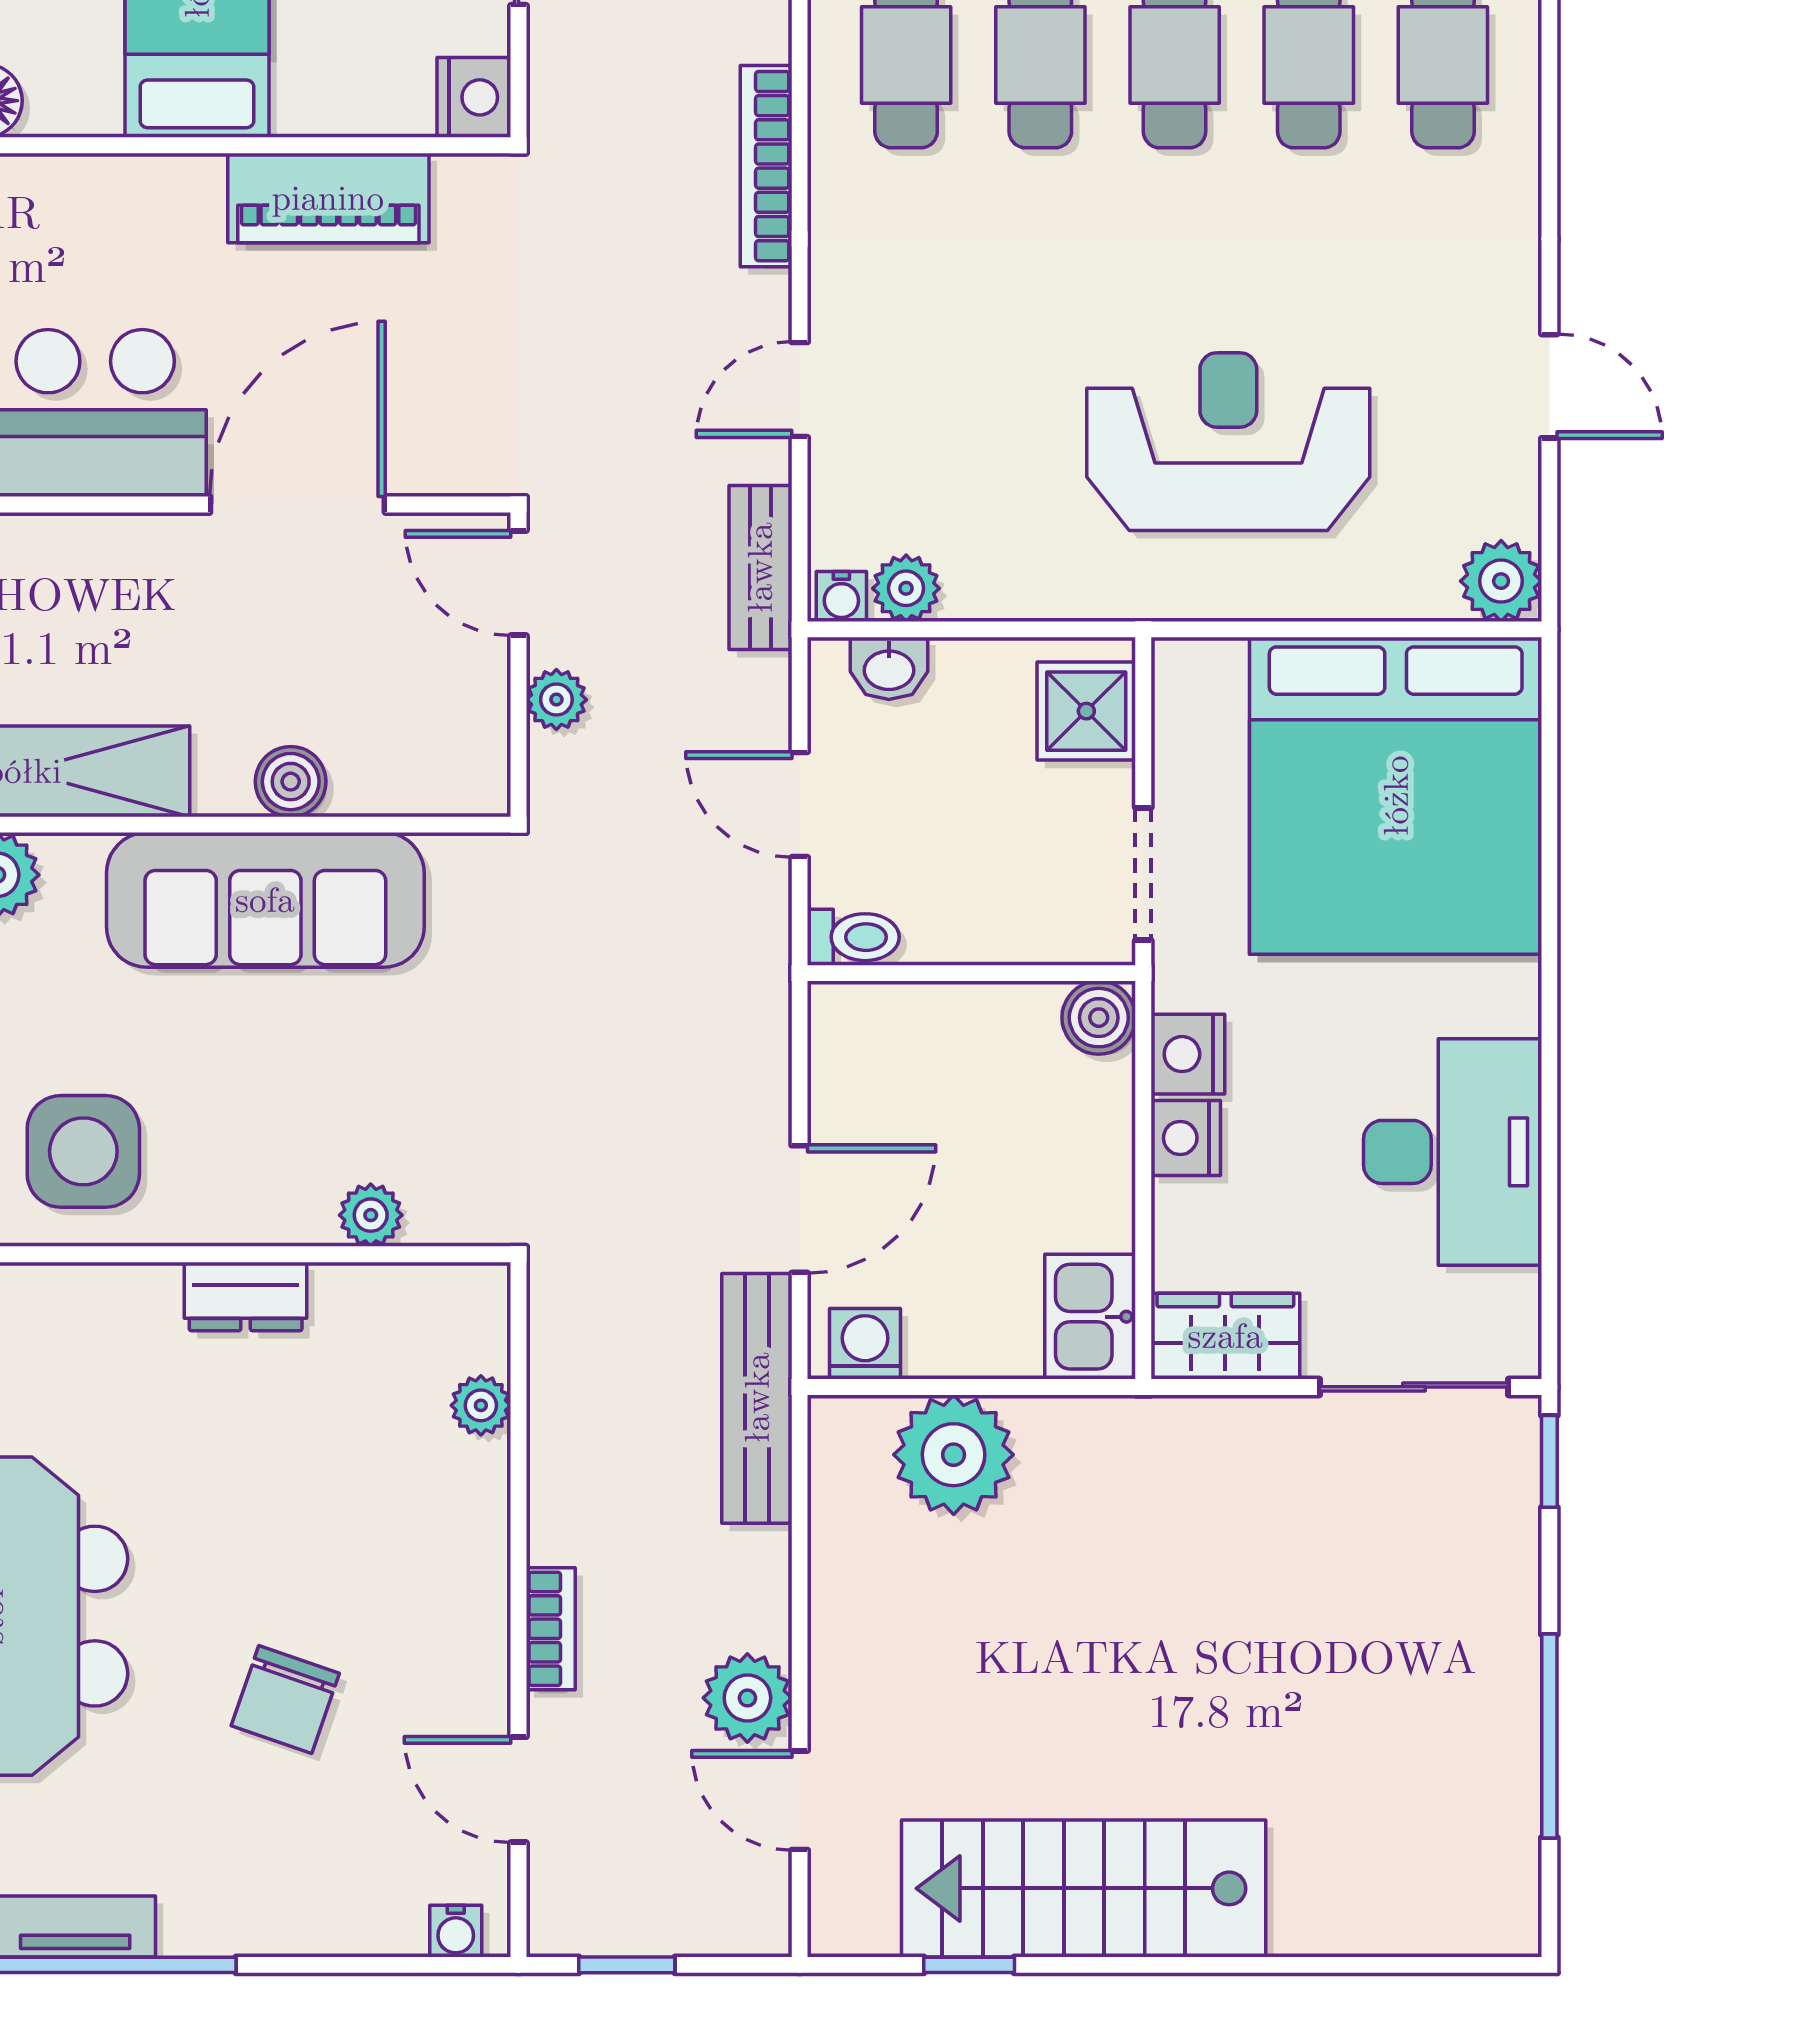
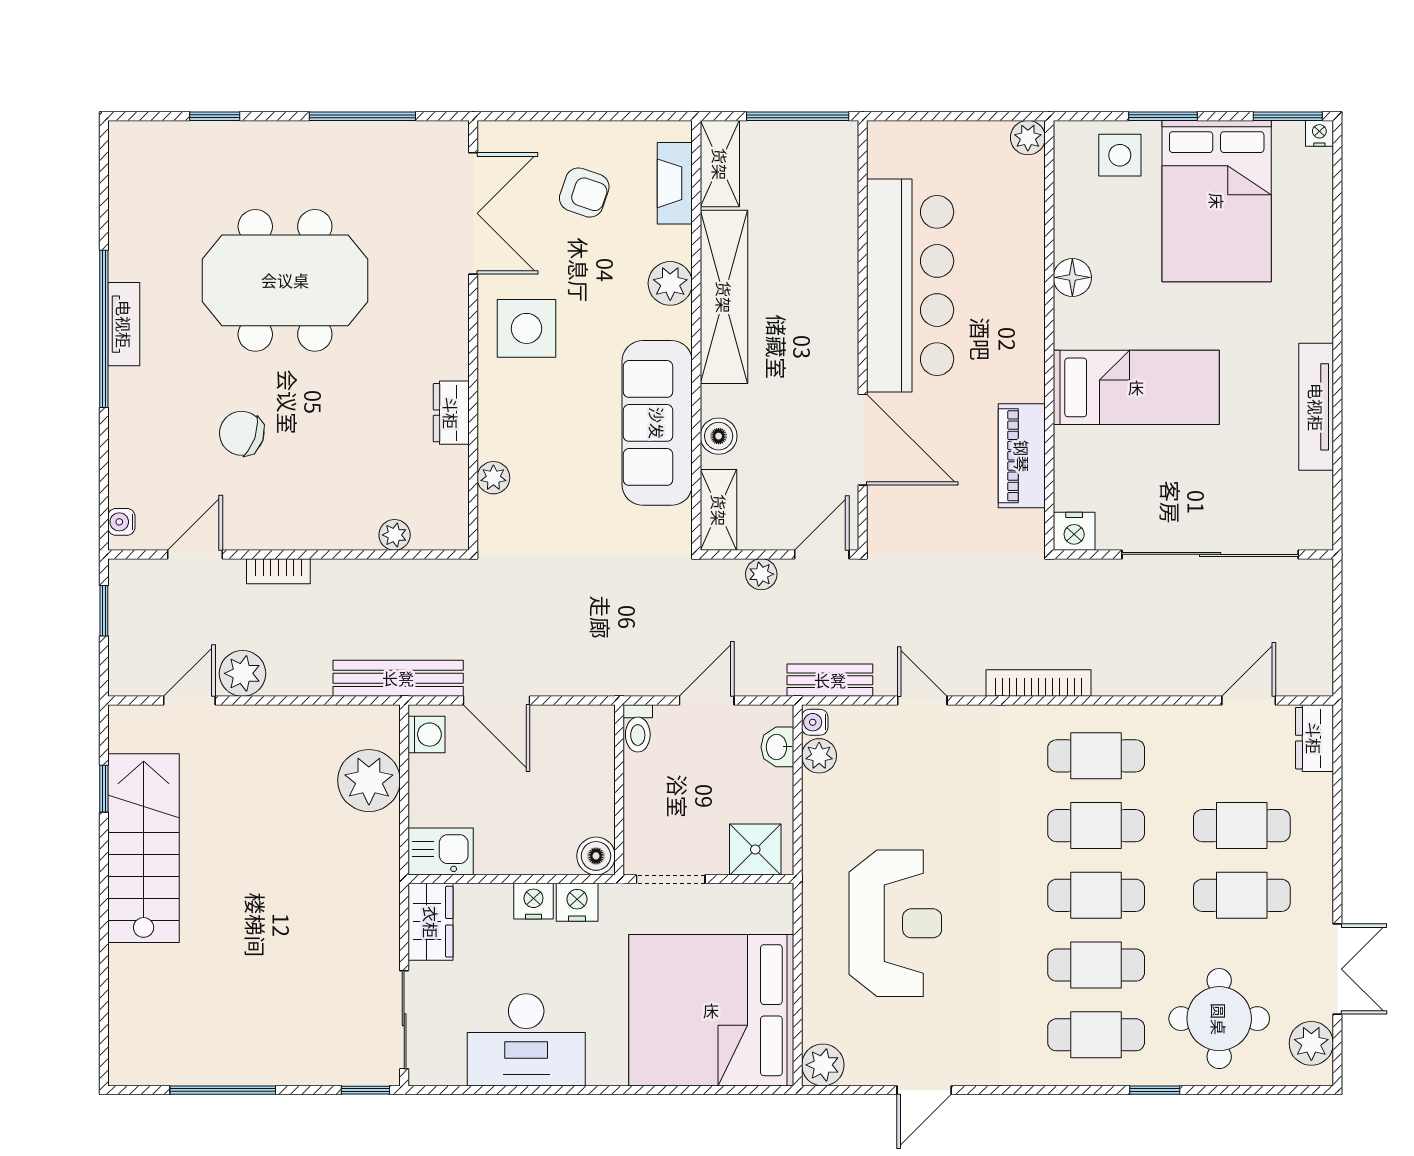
shelving: (433, 782) -> (719, 510), added

